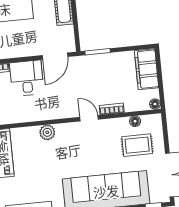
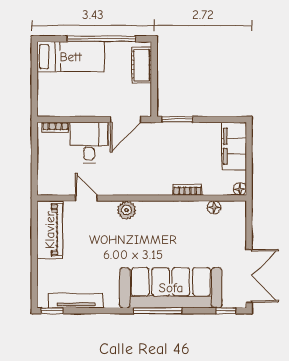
door: (89, 118) -> (86, 198), moved
plant: (47, 132) -> (127, 210), moved
rug: (137, 145) -> (214, 236), removed

